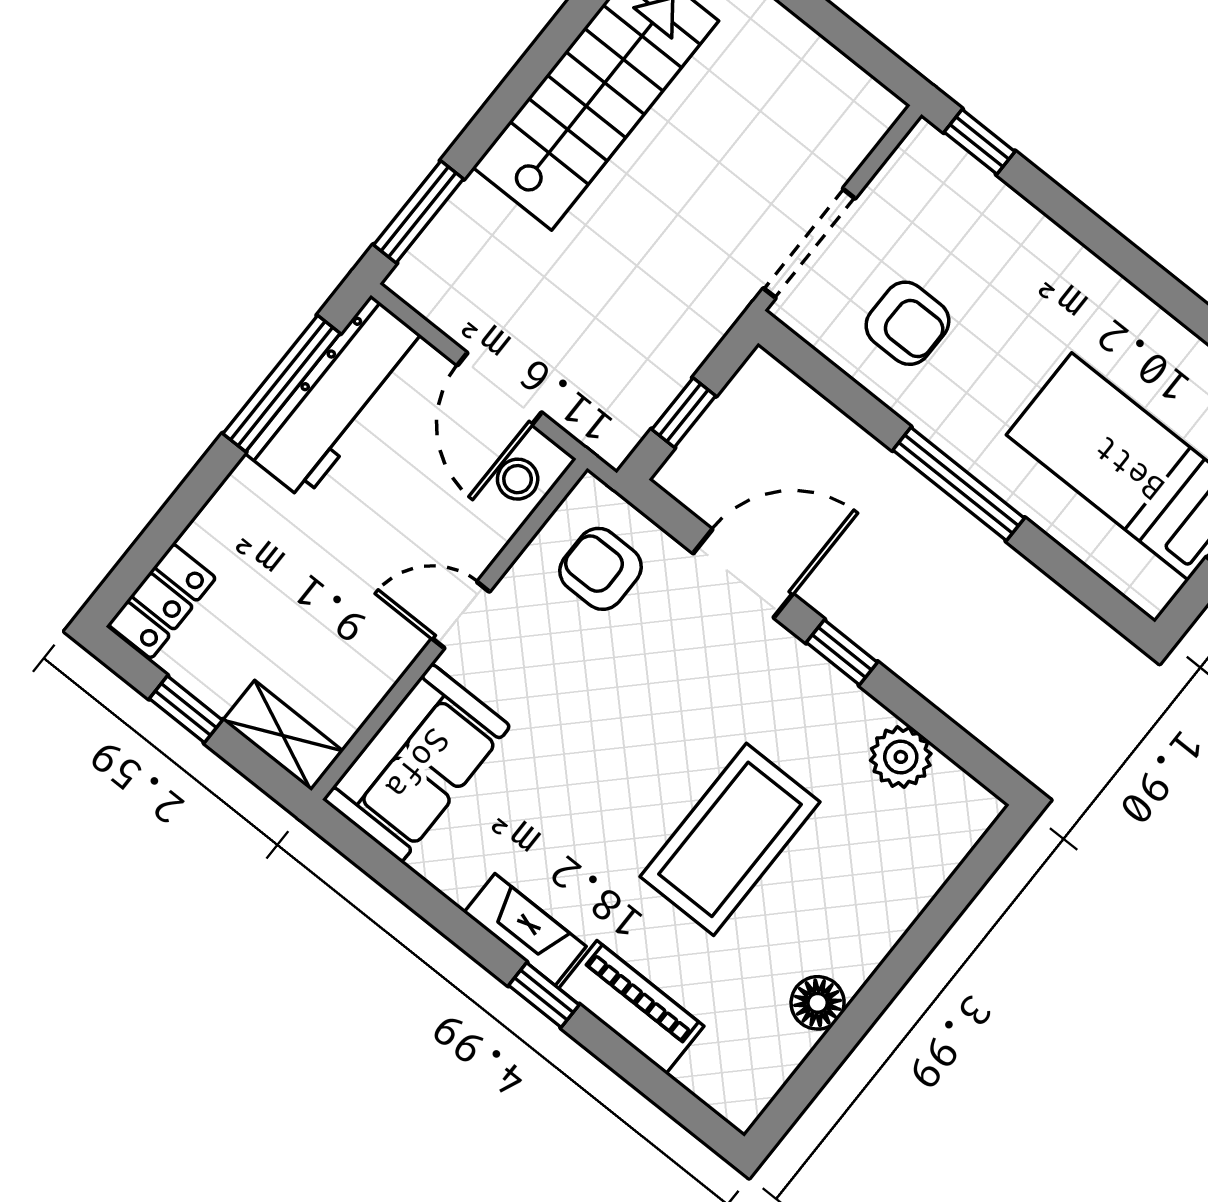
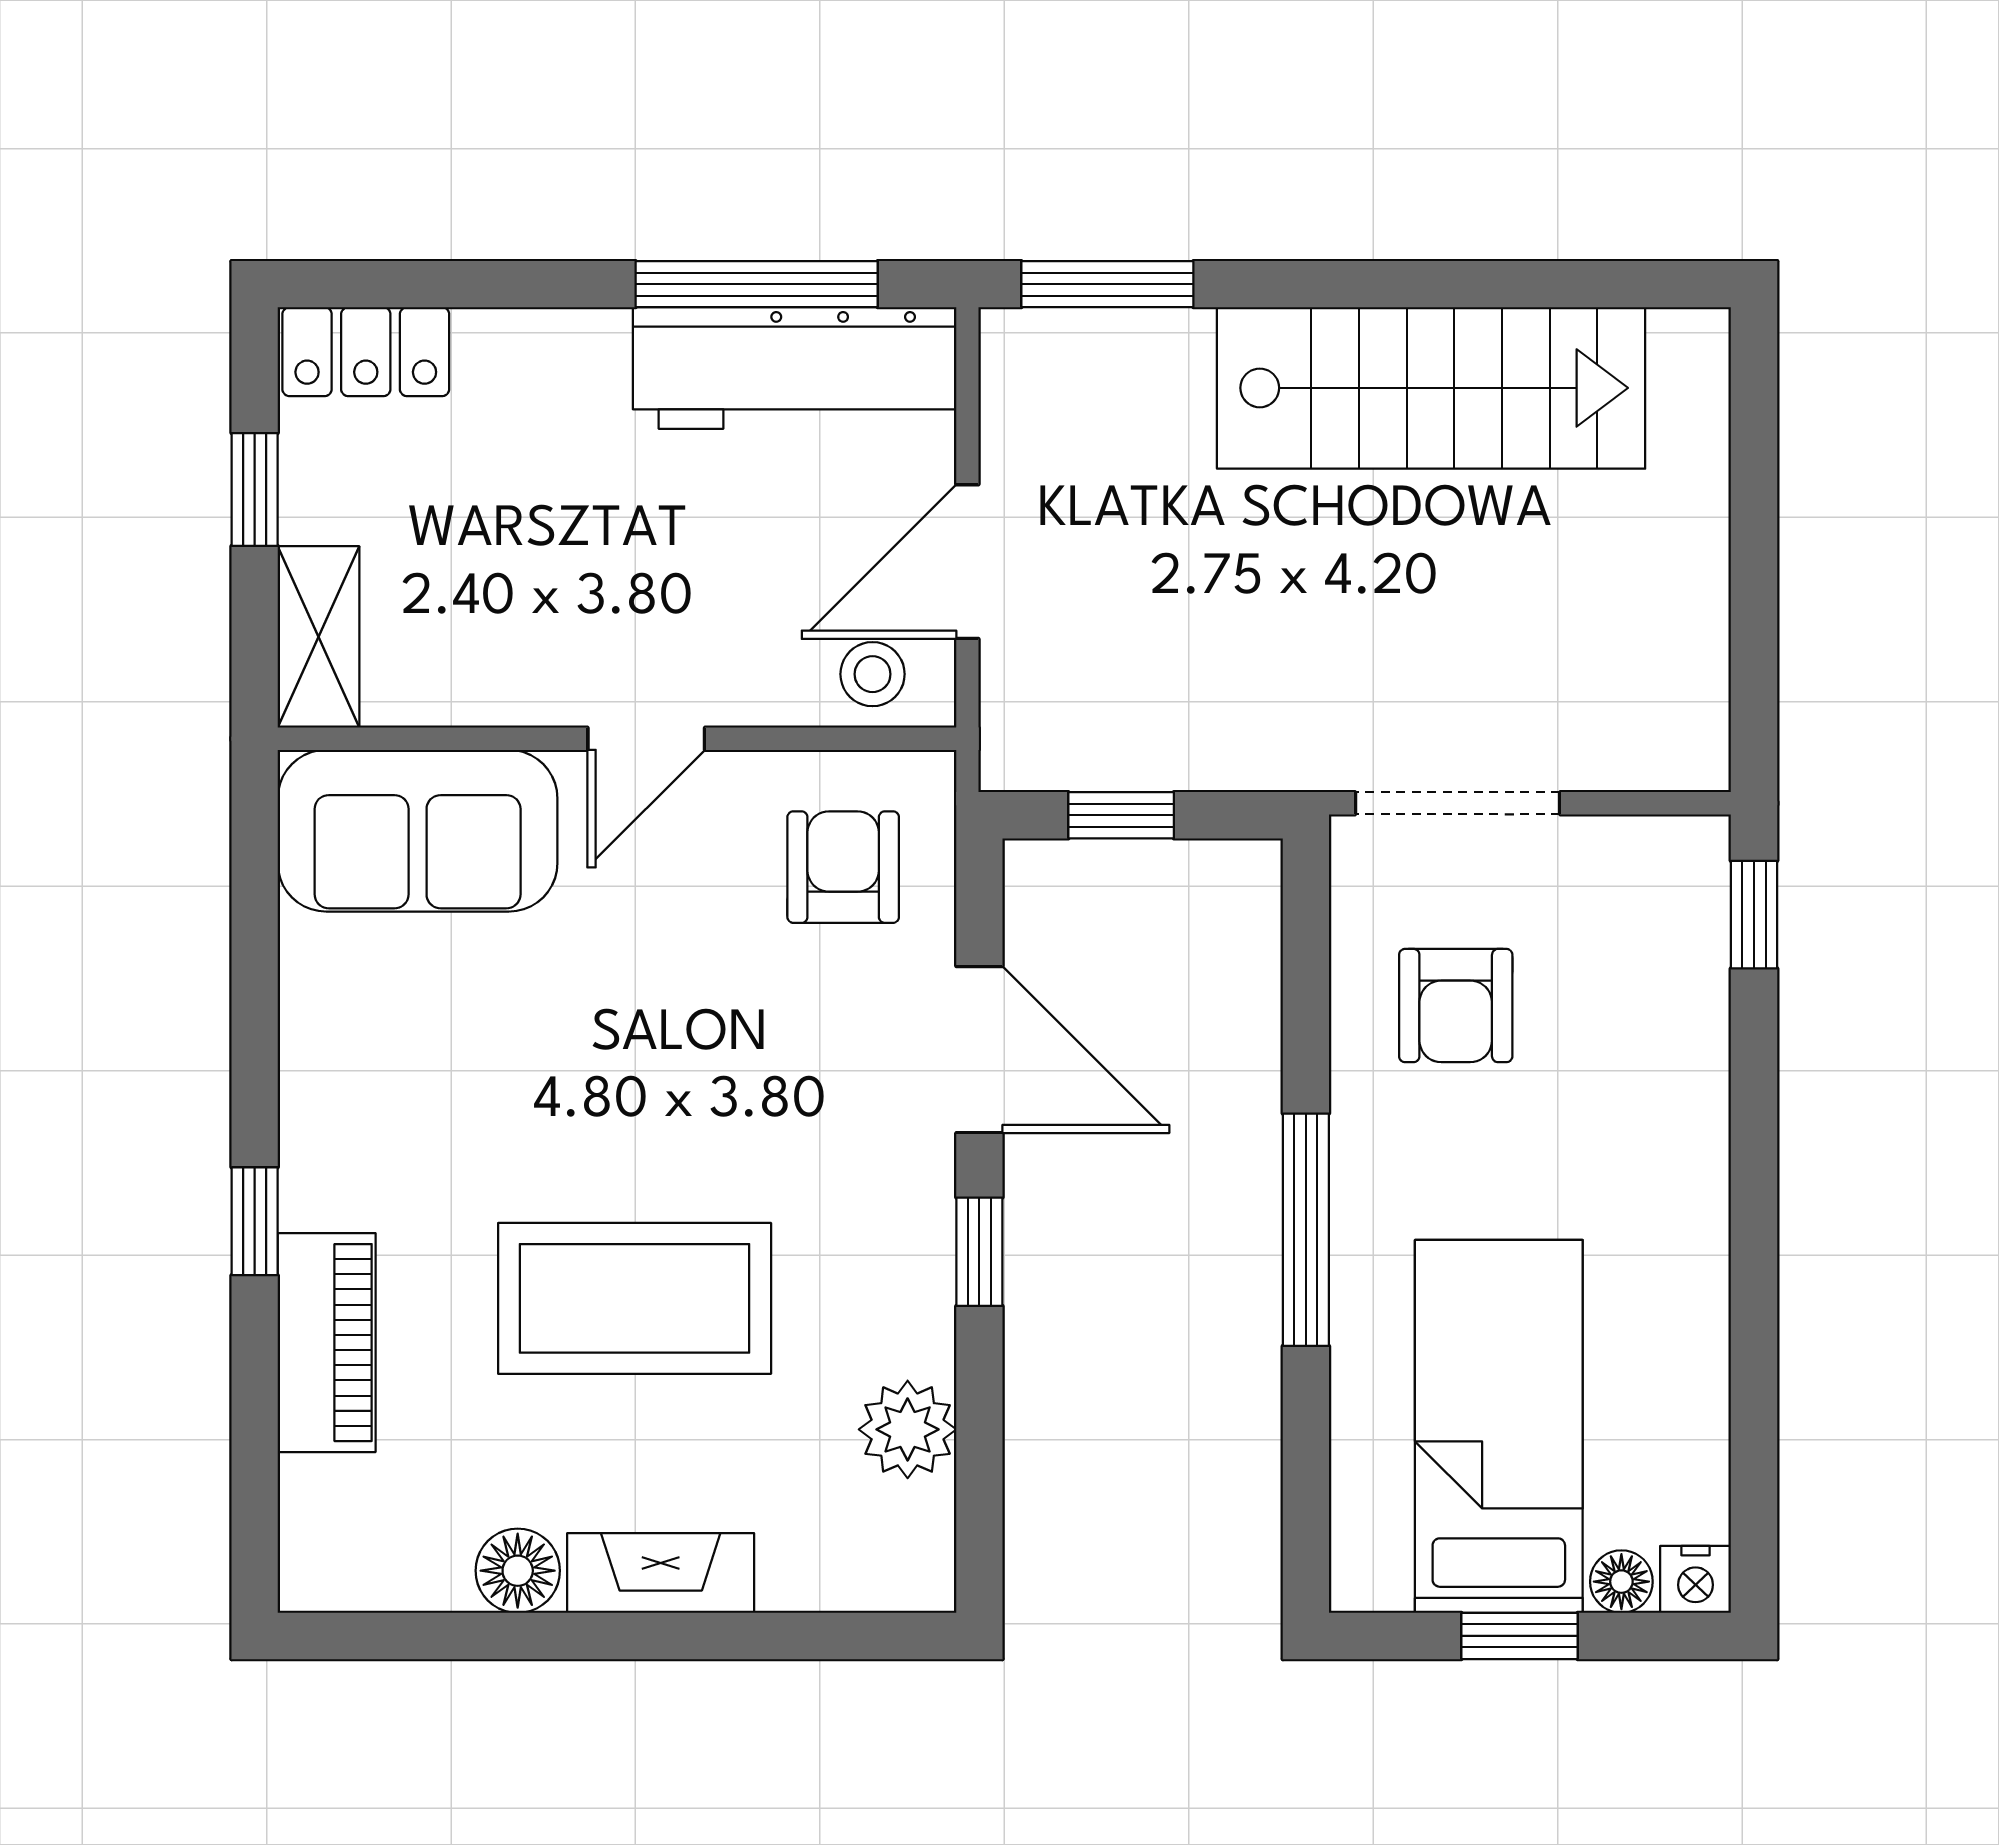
door: (461, 615) -> (646, 739), swing flipped
fireplace: (525, 930) -> (661, 1573), moved, turned -90

